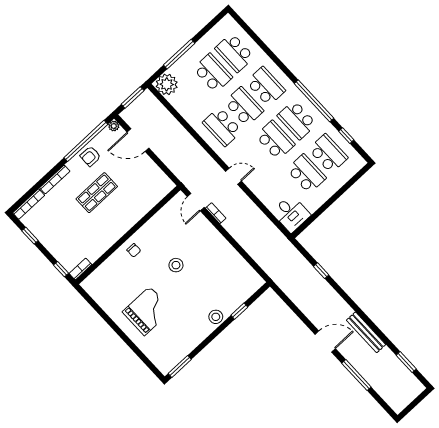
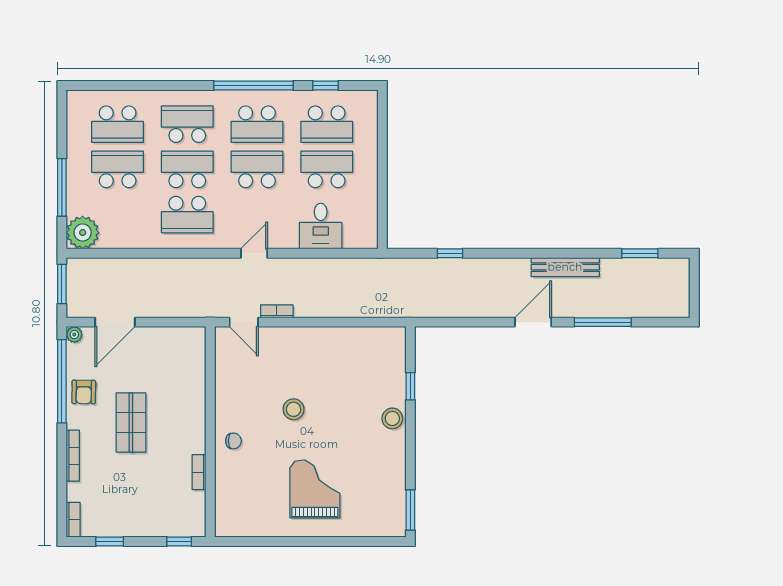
school desk: (328, 153) -> (327, 124), turned 180
bookcase: (29, 204) -> (73, 520), width x0.64
desk: (291, 214) -> (321, 226), moved, turned 90
bookcase: (80, 269) -> (199, 472), moved

